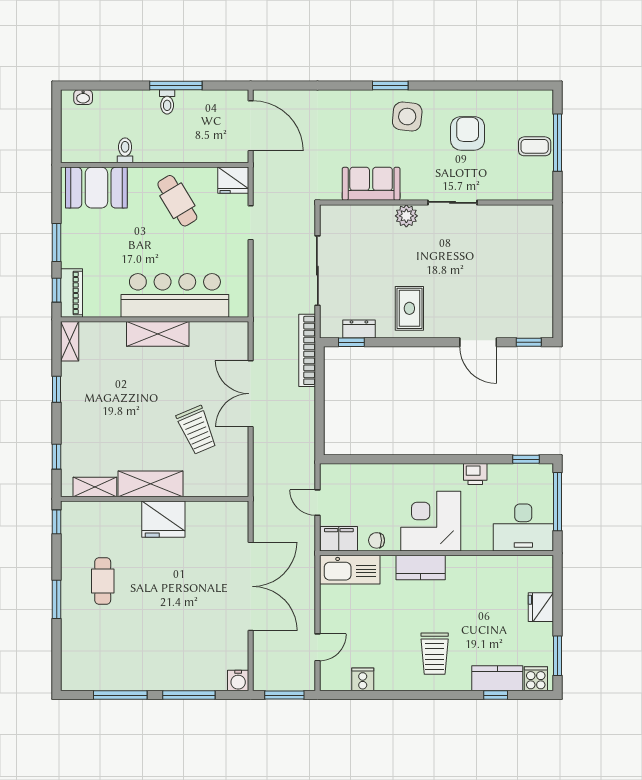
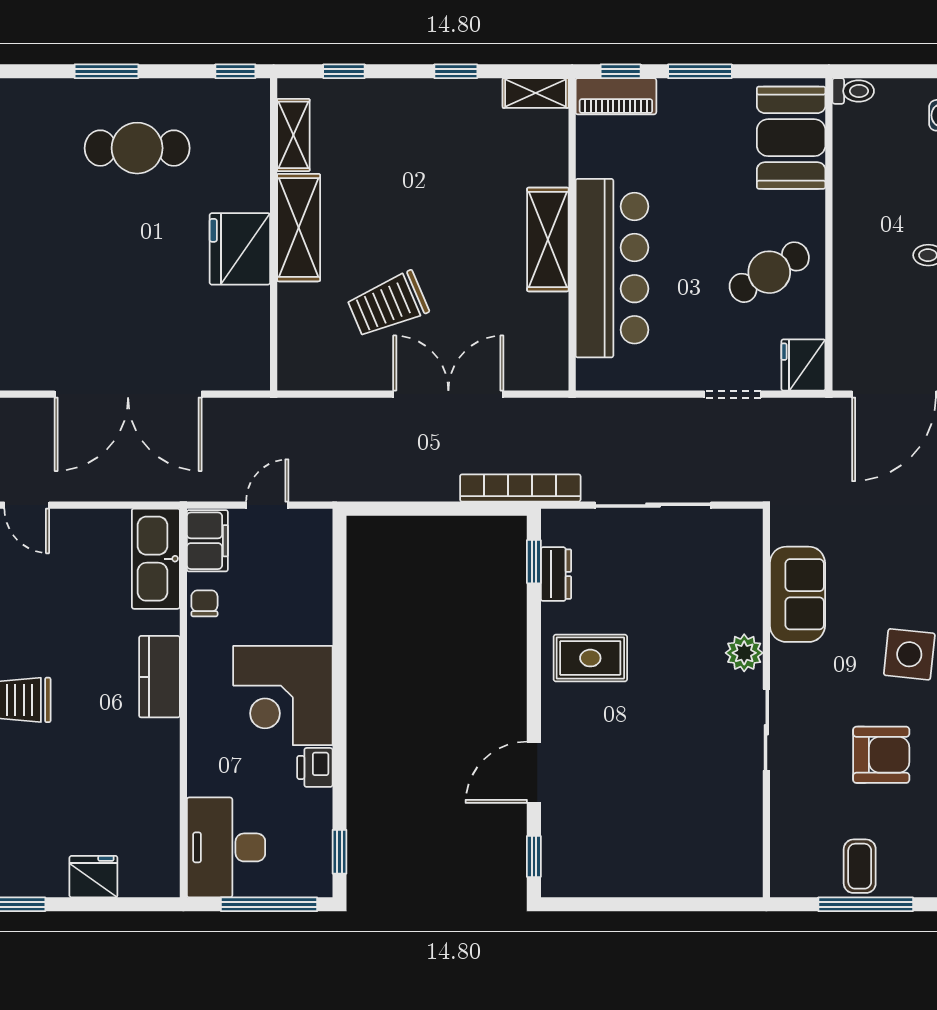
toilet: (125, 150) -> (853, 91), moved
corner desk: (431, 521) -> (283, 696), moved, turned 180
cafe table: (103, 581) -> (137, 148), width x1.37, depth x1.35

